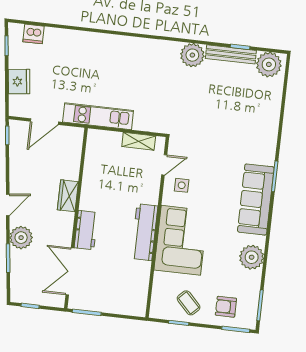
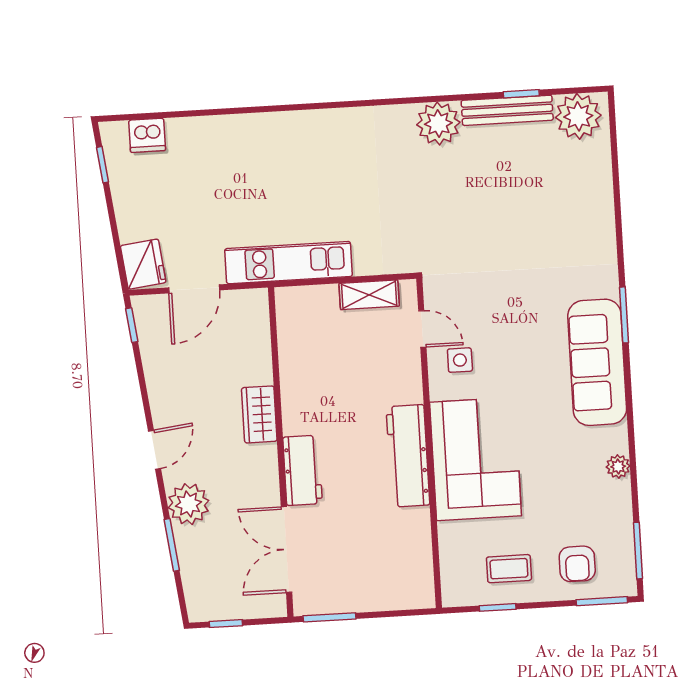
fridge: (19, 82) -> (143, 264), moved
door: (164, 165) -> (422, 329), hinge flipped
plant: (252, 257) -> (618, 466), width x0.53, depth x0.53
coffee table: (189, 303) -> (509, 569), turned -46
armchair: (226, 307) -> (577, 564), turned -90

